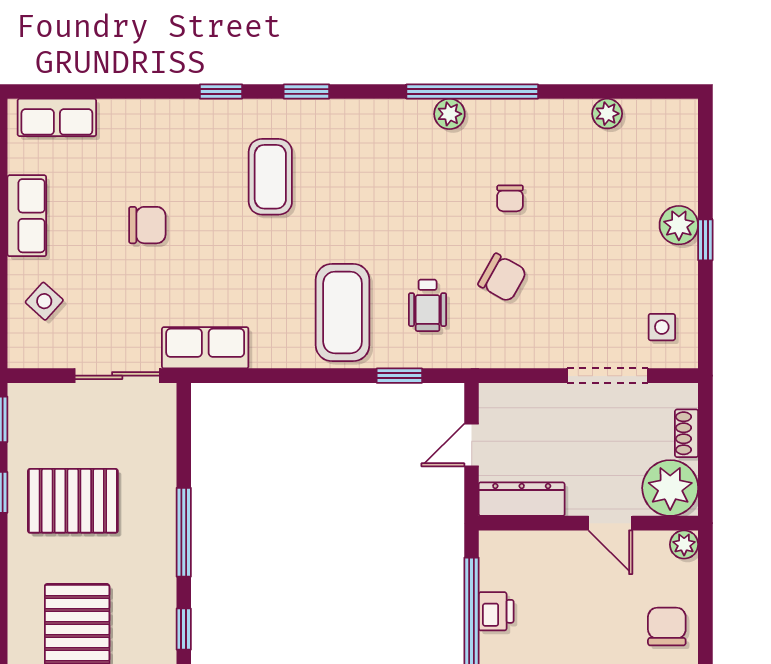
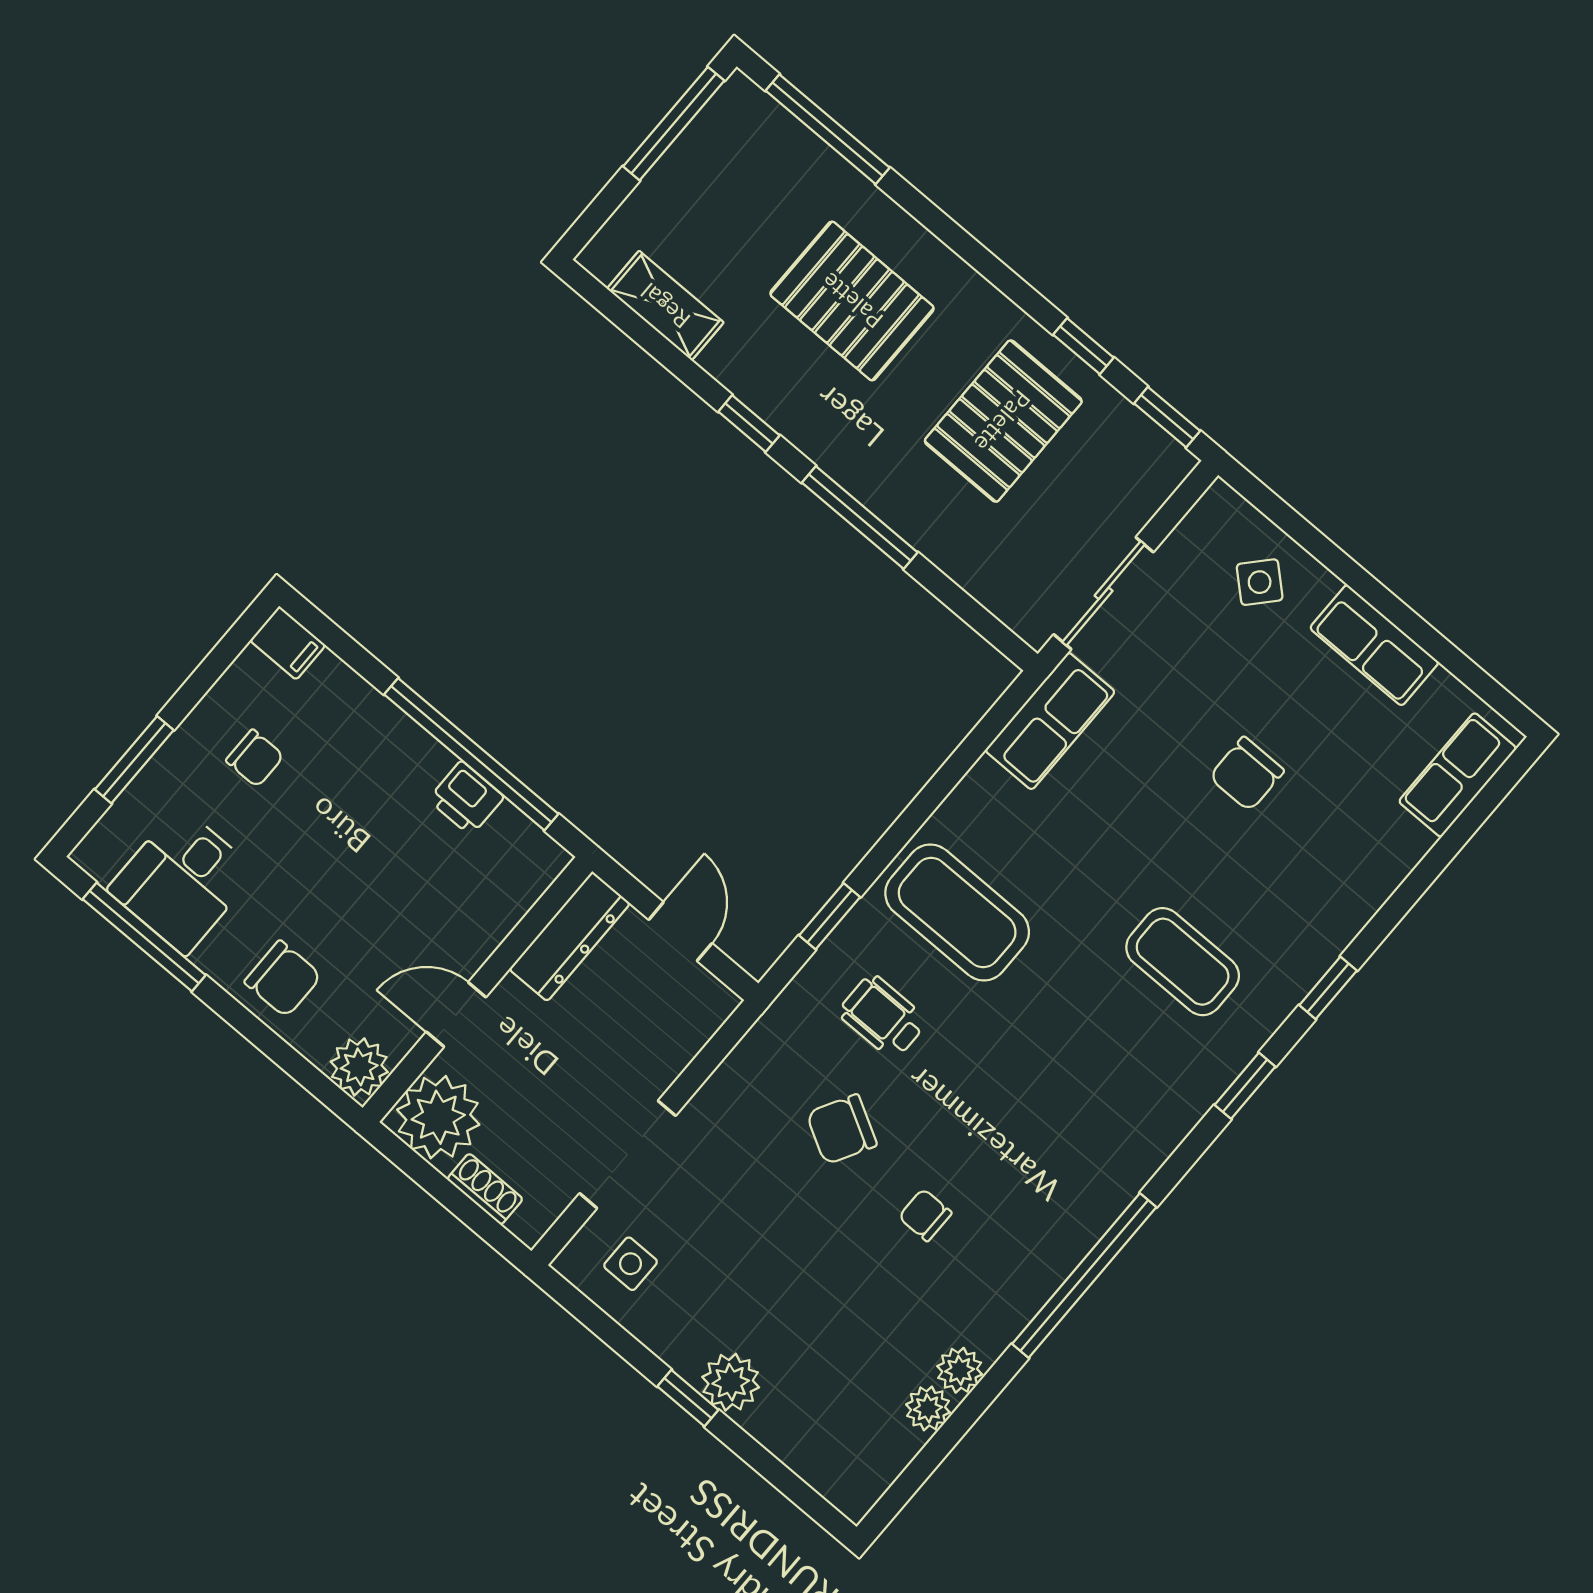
plant: (449, 114) -> (960, 1370), moved
plant: (684, 544) -> (359, 1067), width x1.38, depth x1.38

